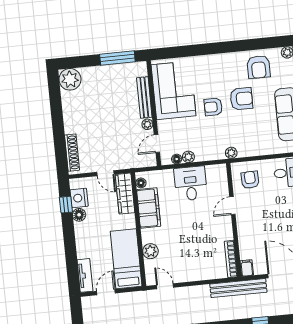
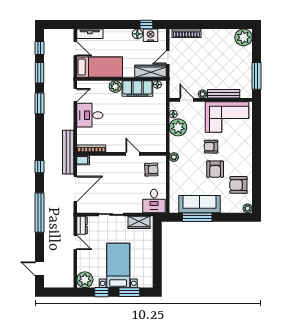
armchair: (213, 107) -> (211, 147), turned -90
plant: (188, 157) -> (178, 127), width x1.88, depth x1.88
desk: (191, 183) -> (90, 115), moved, turned 180
plant: (150, 251) -> (115, 87), moved

